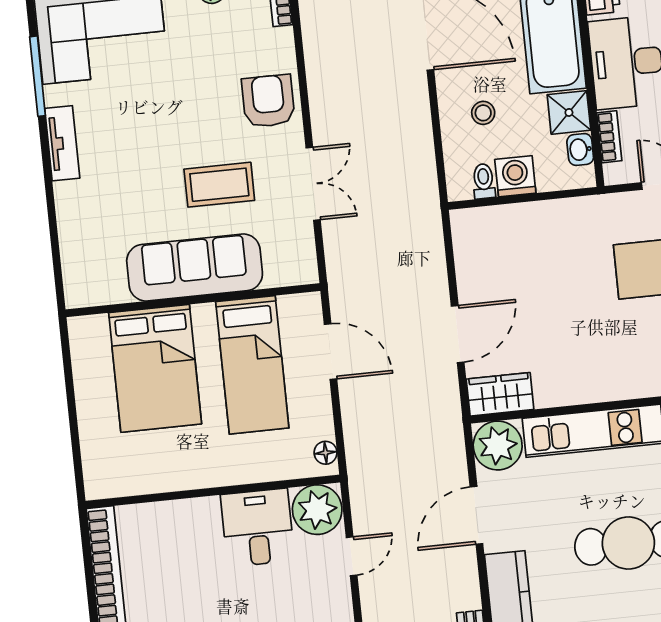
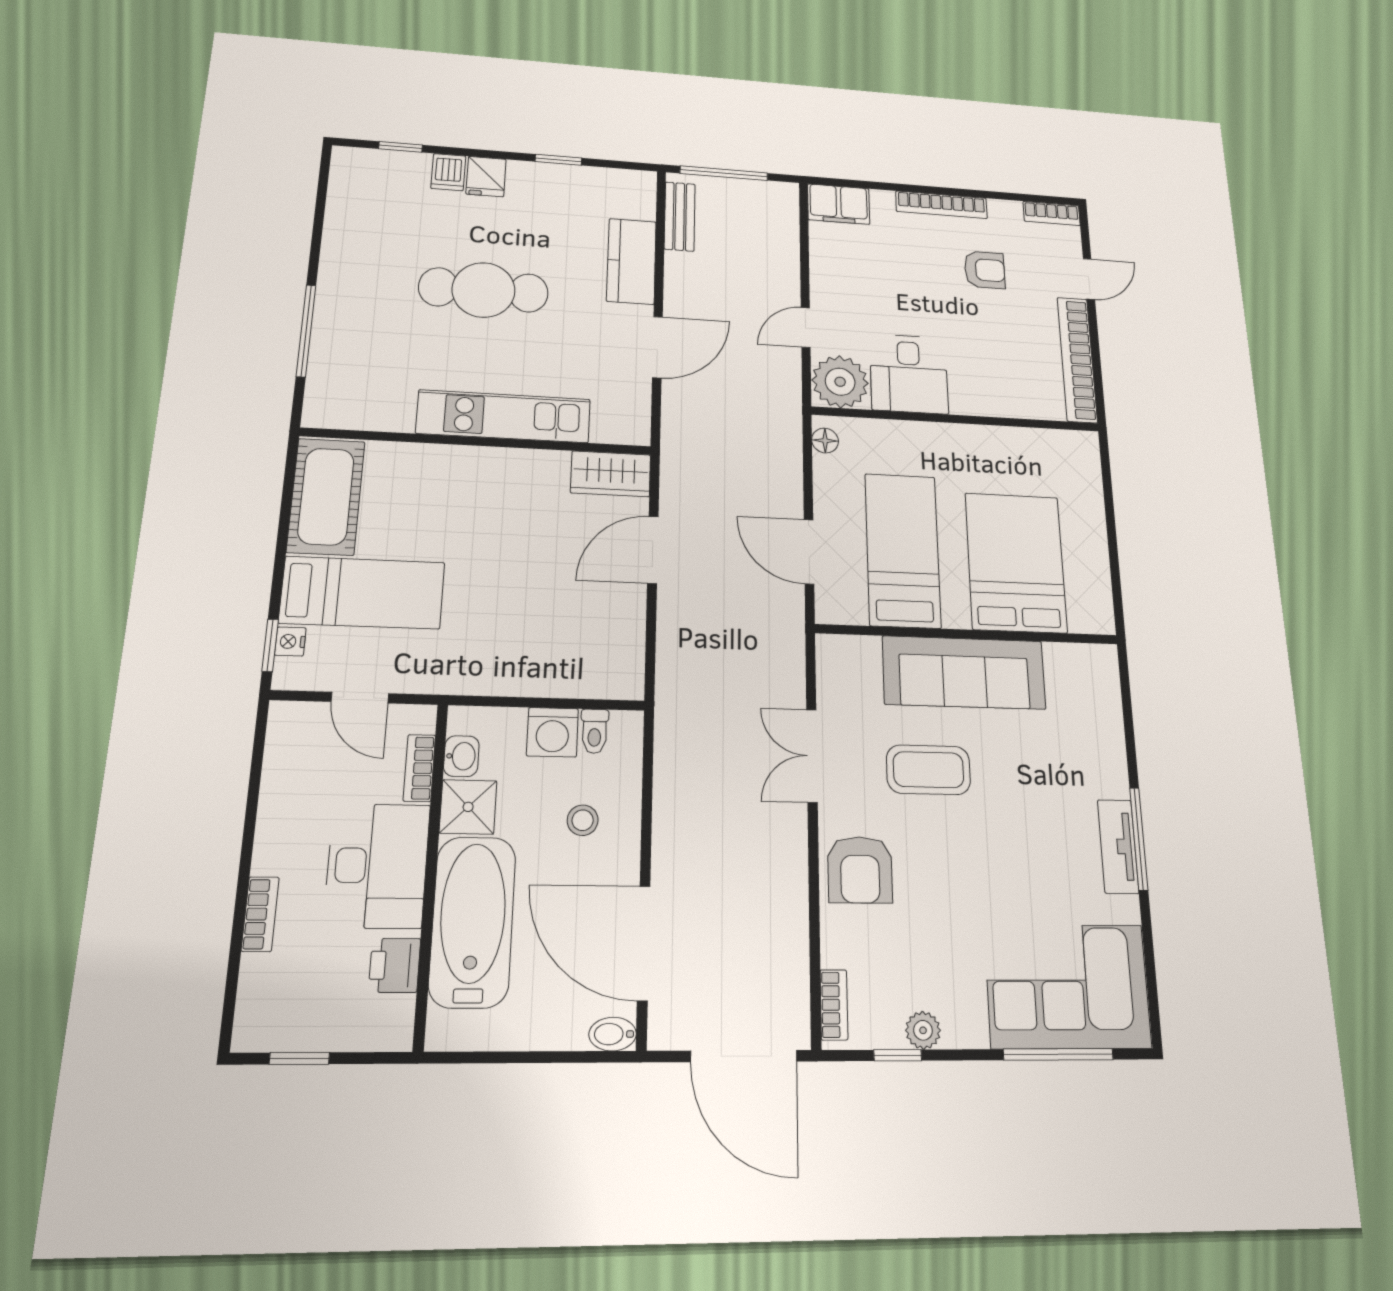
window: (38, 76) -> (1139, 839), moved
plant: (498, 445) -> (622, 418), removed

